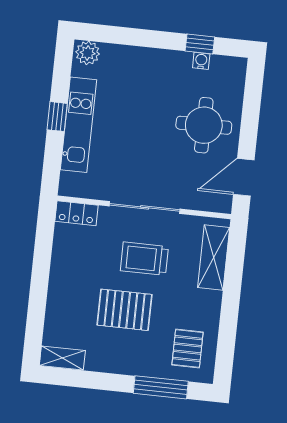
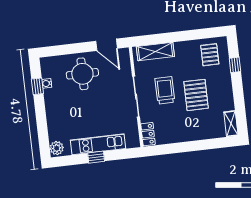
trolley: (144, 259) -> (165, 90), turned 180
pallet: (188, 349) -> (210, 55), turned 90
window: (161, 387) -> (235, 65), width x0.46

